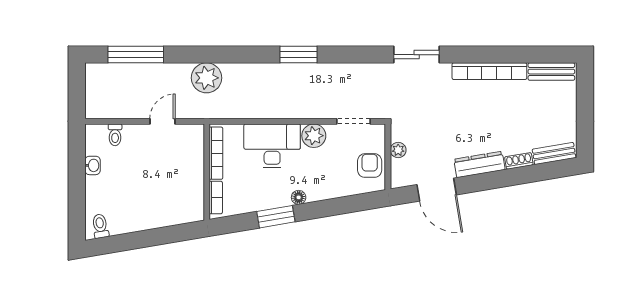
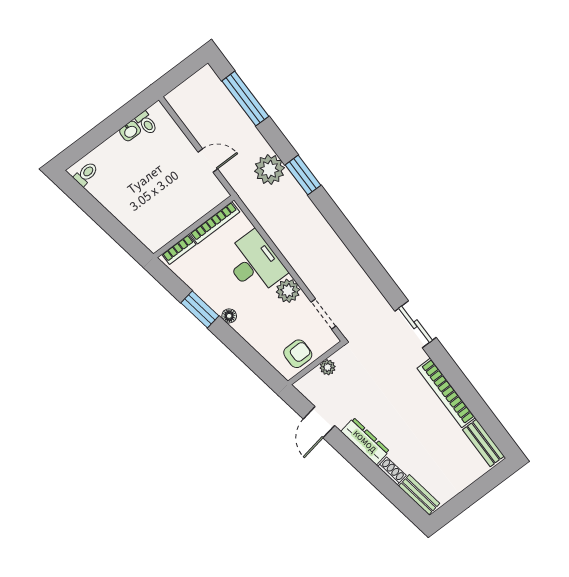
window: (299, 55) -> (303, 175), moved
toilet: (115, 135) -> (146, 123), moved, turned -90
door: (437, 190) -> (319, 422), width x0.73

